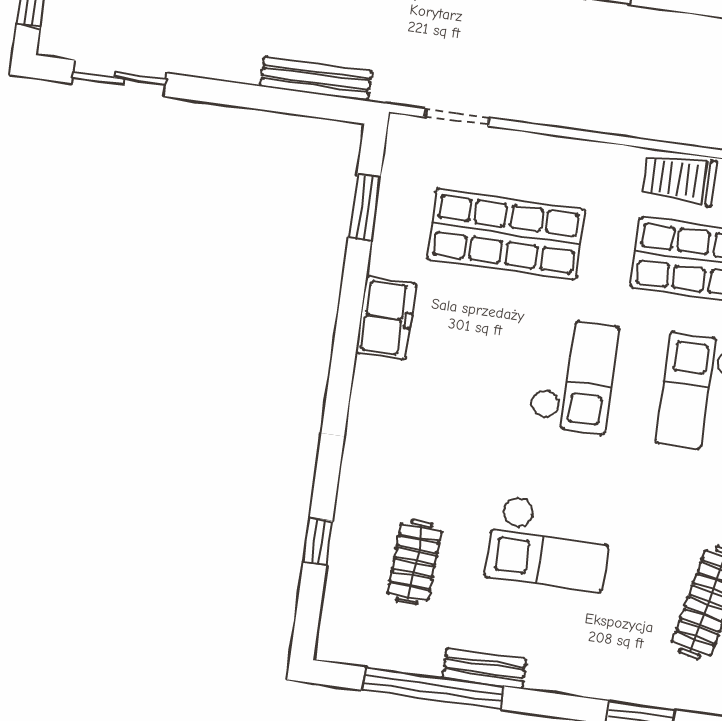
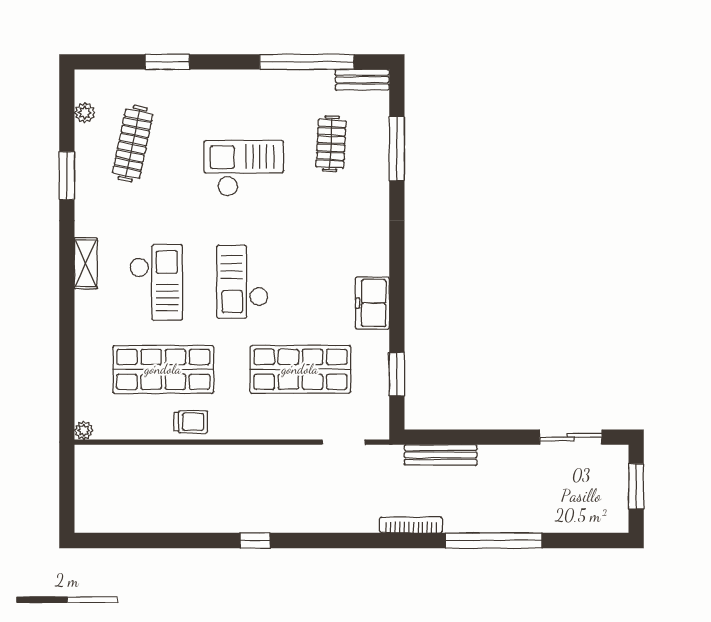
trolley: (679, 179) -> (191, 422), width x0.73, depth x0.72
window: (318, 541) -> (397, 149), width x2.17
bench: (484, 668) -> (362, 80), moved

